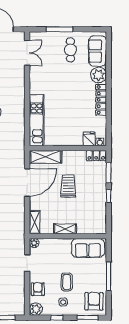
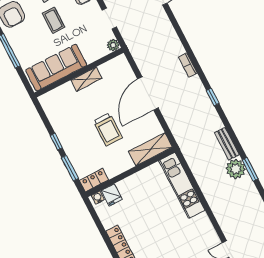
door: (27, 182) -> (148, 93), moved
shelving: (35, 222) -> (125, 69), removed
sofa: (88, 248) -> (56, 68), width x1.36

